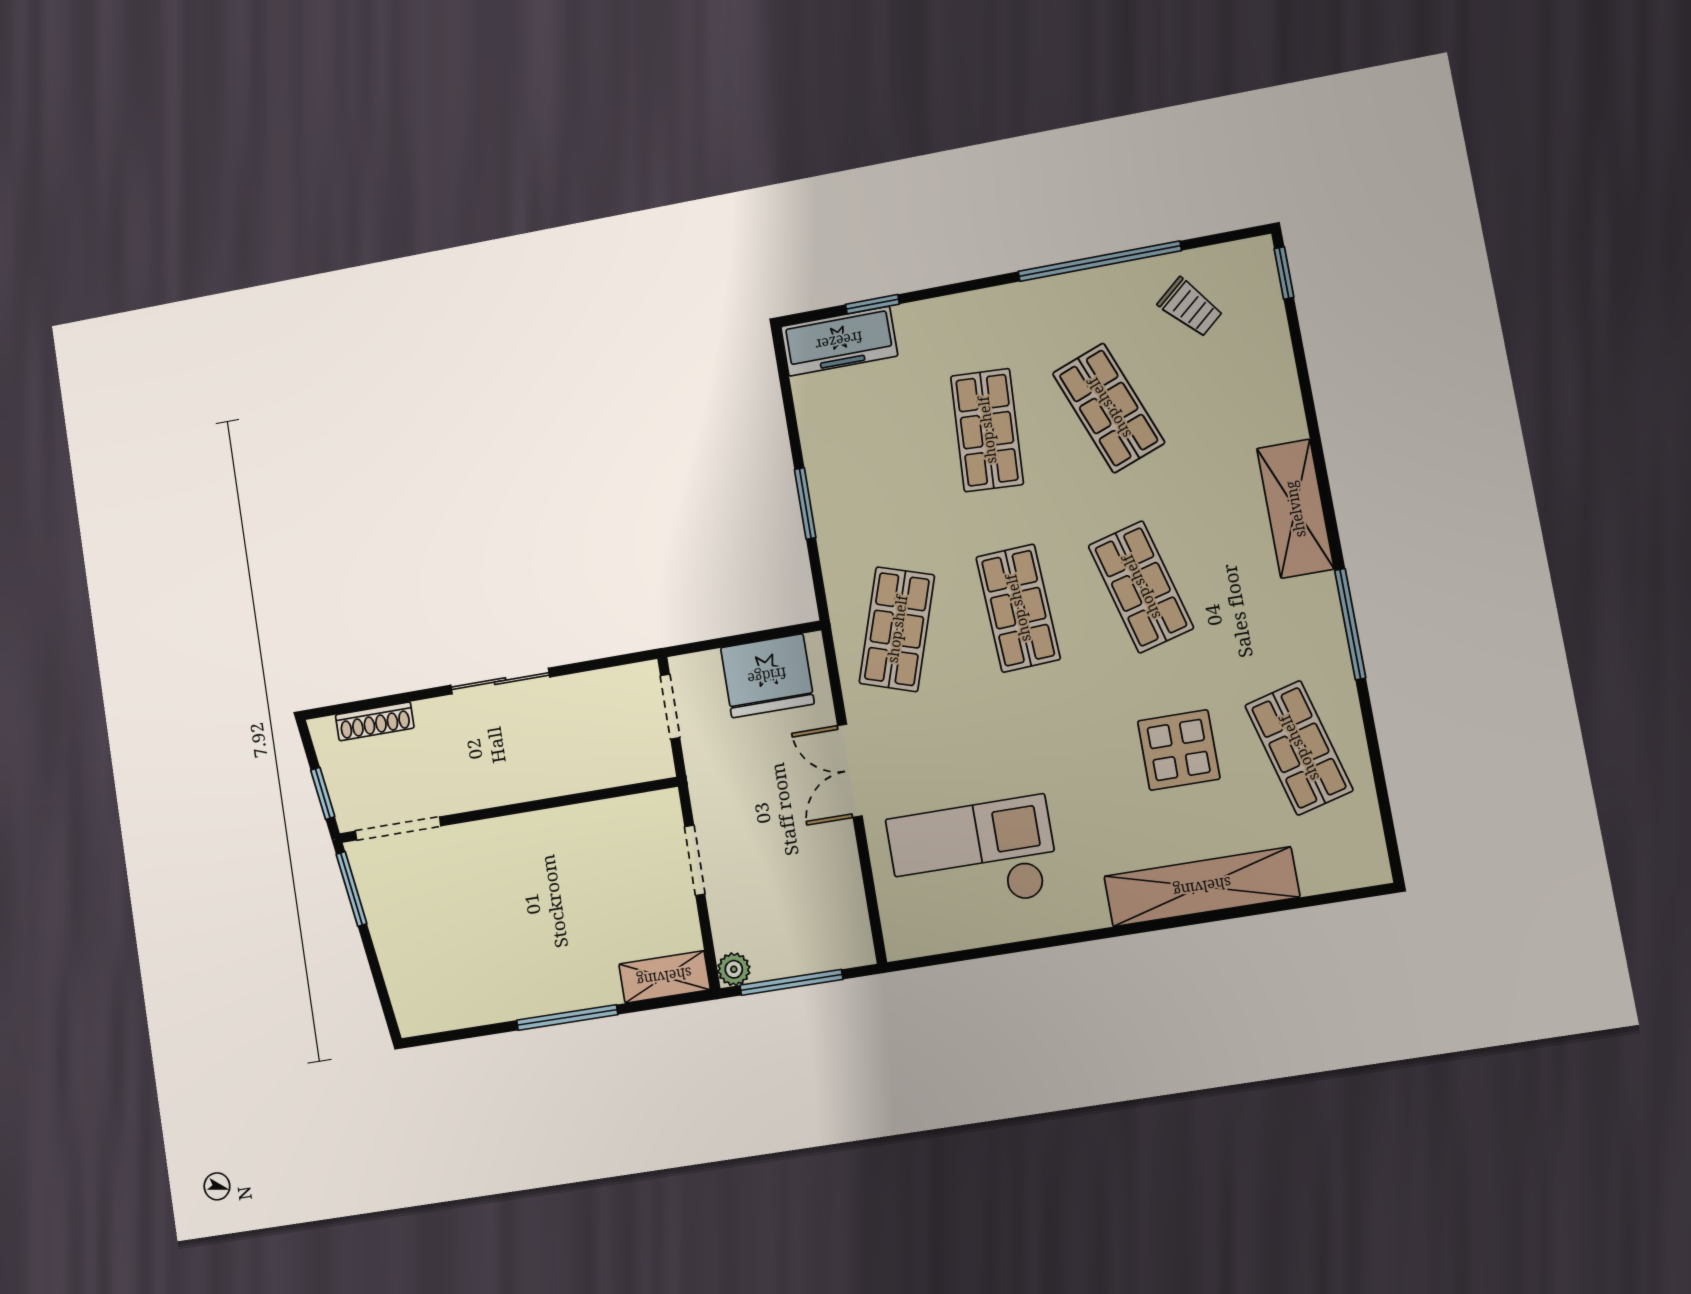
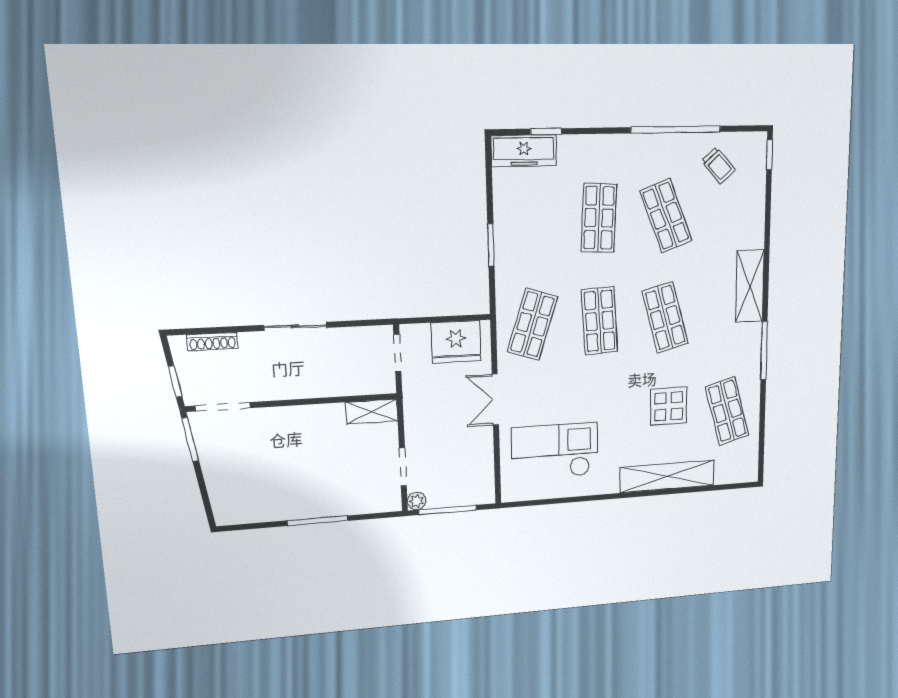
doorway: (695, 860) -> (403, 467), moved
shelving: (664, 977) -> (372, 412), moved

